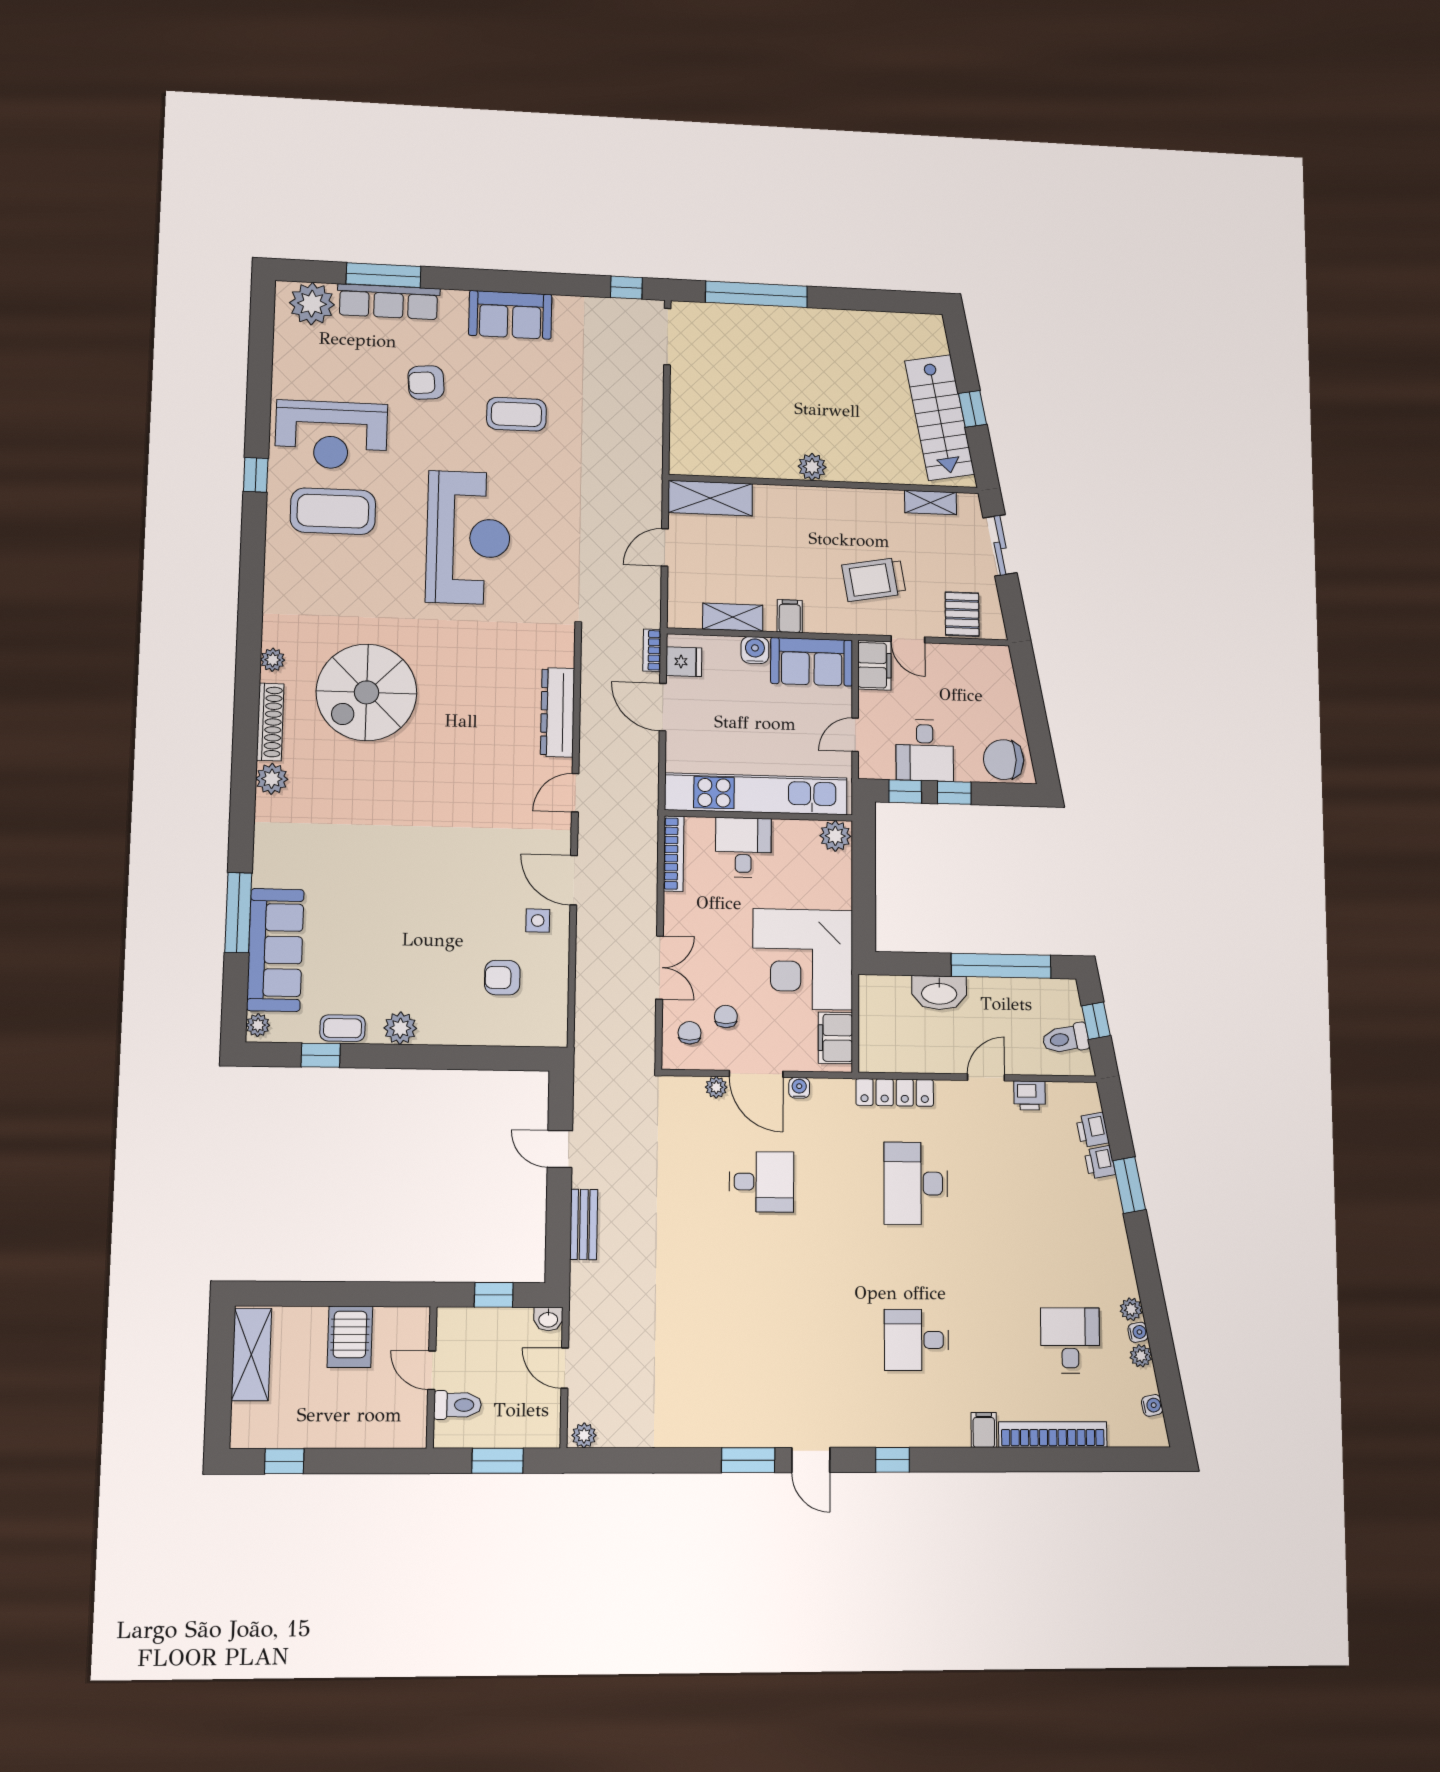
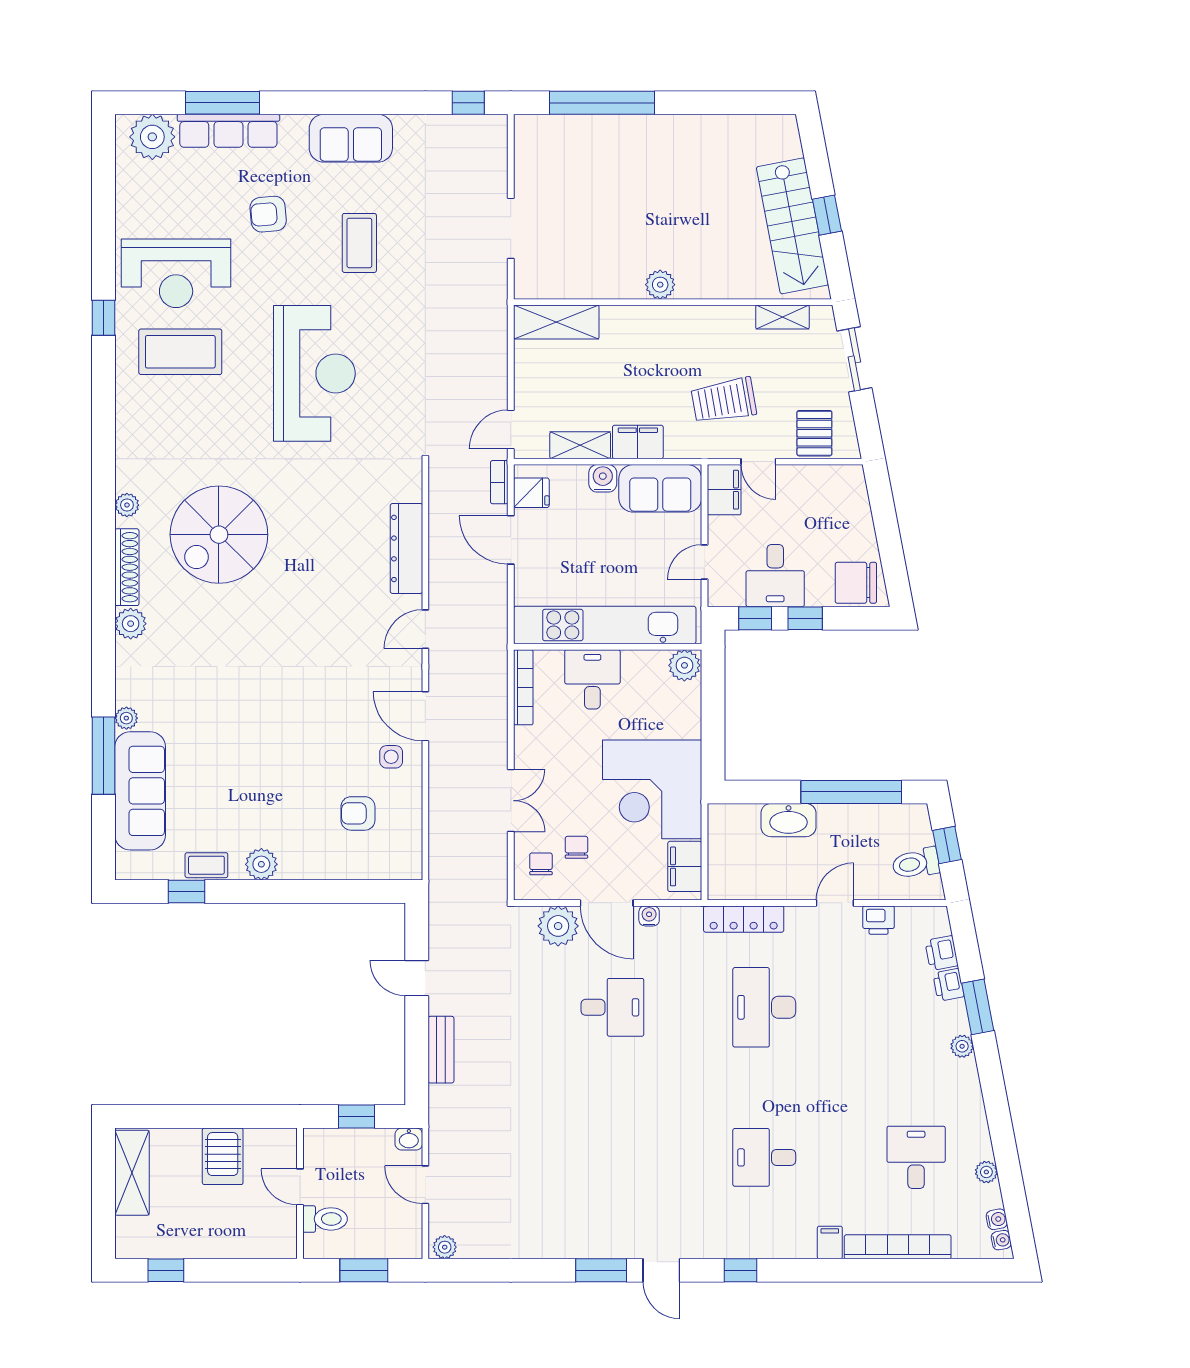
doorway: (667, 337) -> (511, 228), moved
coffee table: (516, 414) -> (359, 243), turned 90
door: (665, 547) -> (511, 429), moved
filing cabinet: (790, 616) -> (638, 442), width x2.00
plant: (258, 1025) -> (126, 718), moved
plant: (716, 1087) -> (558, 926), width x1.87, depth x1.87
plant: (1131, 1309) -> (962, 1046), moved
water cooler: (1138, 1332) -> (1001, 1240), moved

